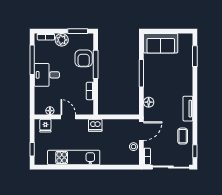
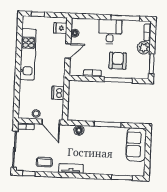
armchair: (84, 58) -> (118, 61), moved, turned 90
dishwasher: (95, 125) -> (58, 93), moved

